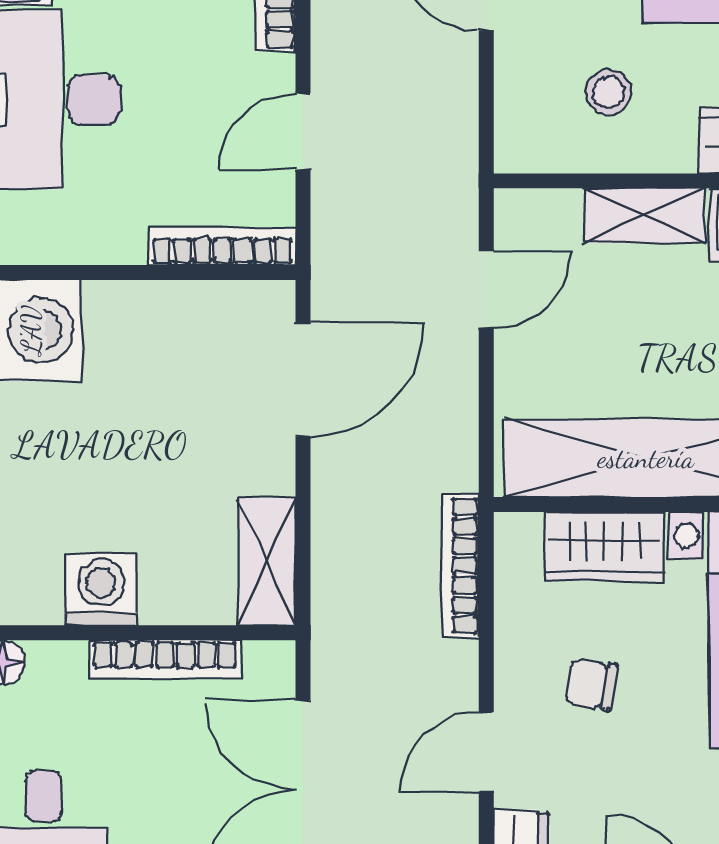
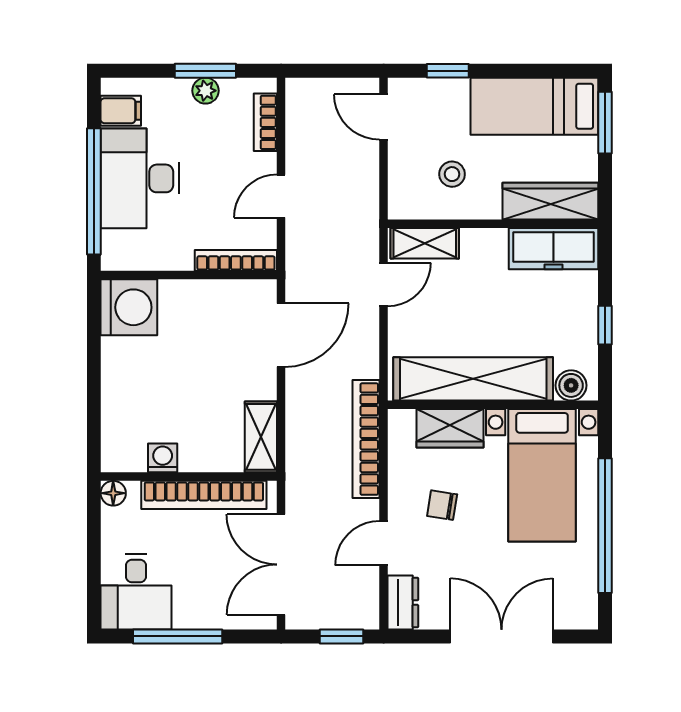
shelving: (645, 216) -> (425, 243), moved
bookcase: (461, 566) -> (366, 439), width x1.48, depth x1.31
washing machine: (101, 590) -> (163, 458), width x0.73, depth x0.73
bookcase: (165, 659) -> (204, 495), width x1.48, depth x1.31

